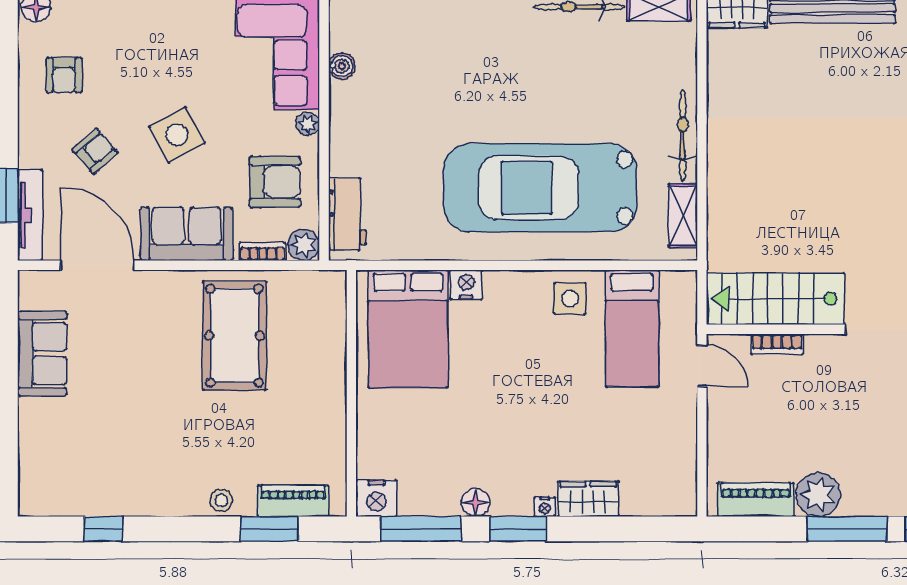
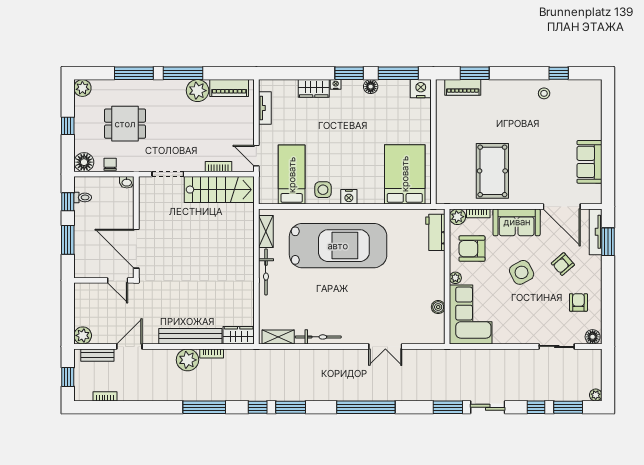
nightstand: (466, 285) -> (349, 197), moved
tv unit: (685, 460) -> (265, 108), added
stool: (221, 500) -> (544, 93), moved

